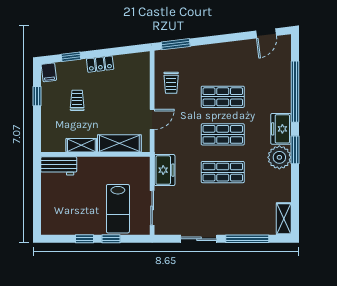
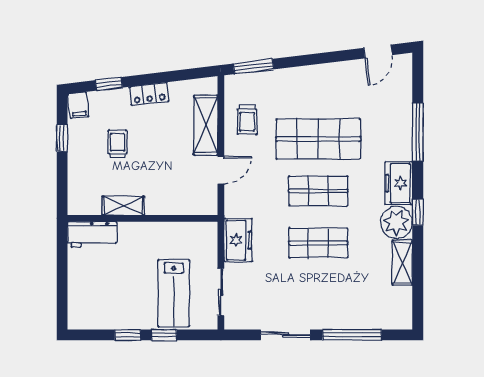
window: (295, 92) -> (418, 132), width x0.68
shop shelf: (223, 97) -> (318, 139), width x1.43, depth x1.36
shelving: (119, 143) -> (206, 125), moved, turned 90
window: (295, 150) -> (418, 212), width x0.67
shelving: (284, 219) -> (402, 263), moved

